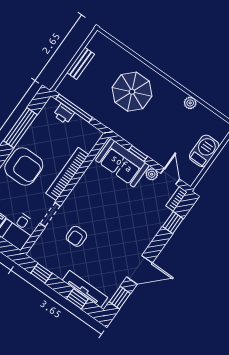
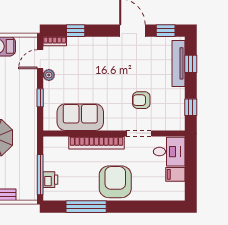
sofa: (122, 163) -> (80, 117), moved, turned -90
armchair: (76, 236) -> (141, 100), turned 180

